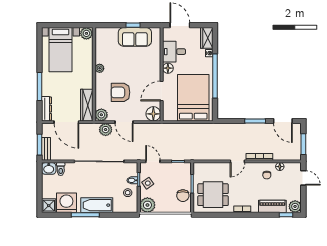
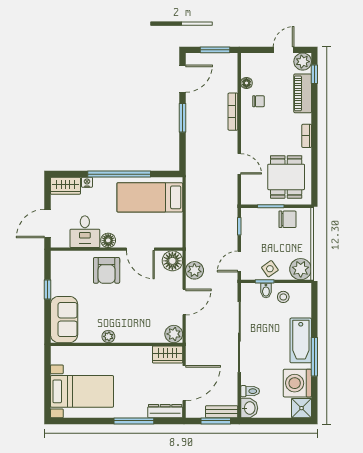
plant: (86, 33) -> (59, 355), removed
sofa: (135, 37) -> (64, 320), moved
armchair: (121, 92) -> (107, 270), moved
bed: (193, 98) -> (150, 197), width x0.67
wardrobe: (87, 105) -> (168, 355), width x0.67
plant: (106, 130) -> (194, 270), moved
door: (237, 161) -> (239, 164), moved
door: (303, 178) -> (284, 50), moved

